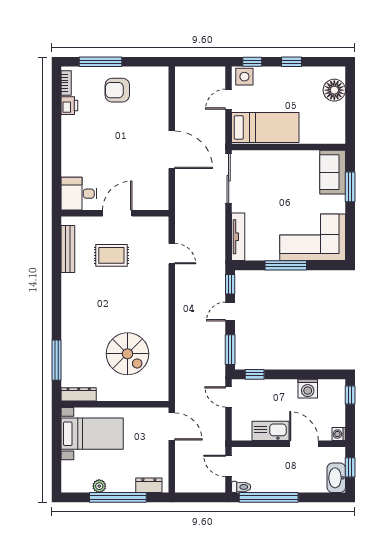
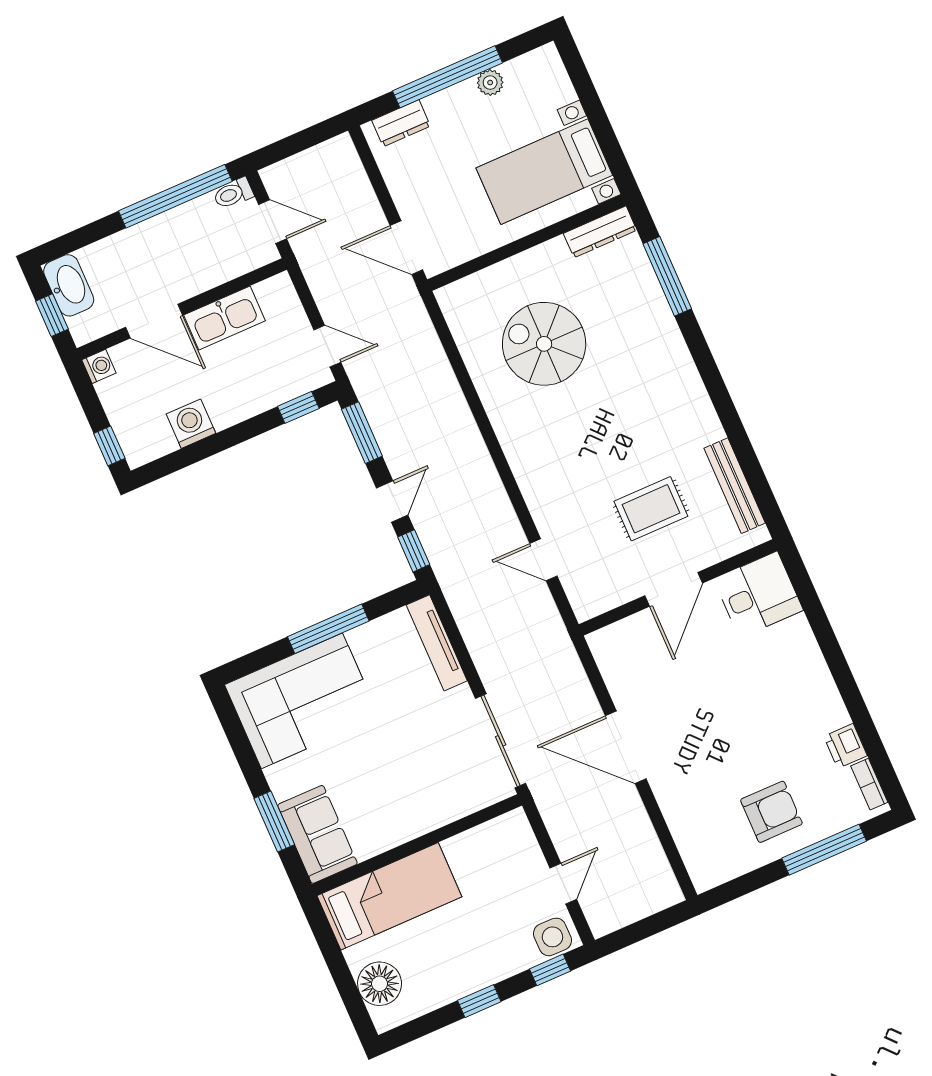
bed: (265, 127) -> (389, 896), moved, turned 180

